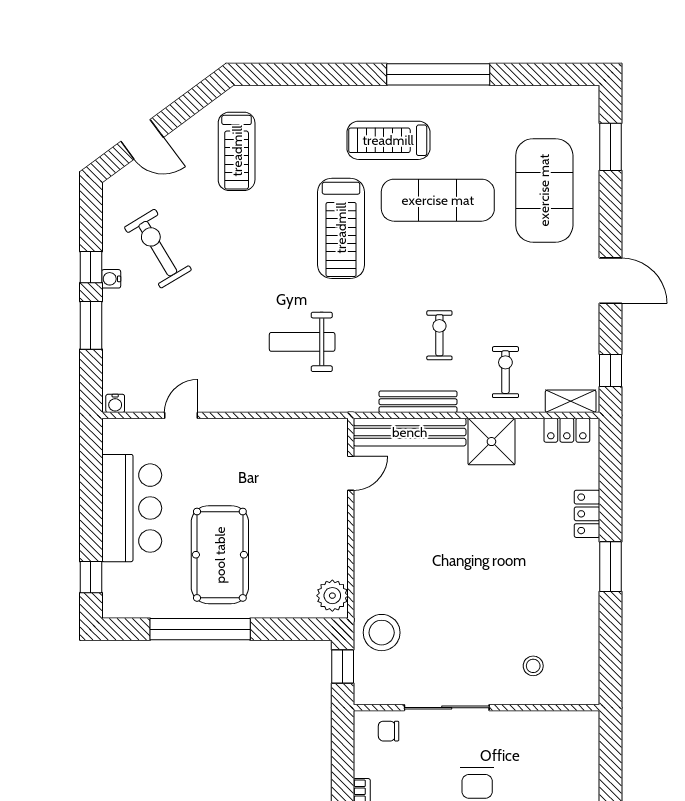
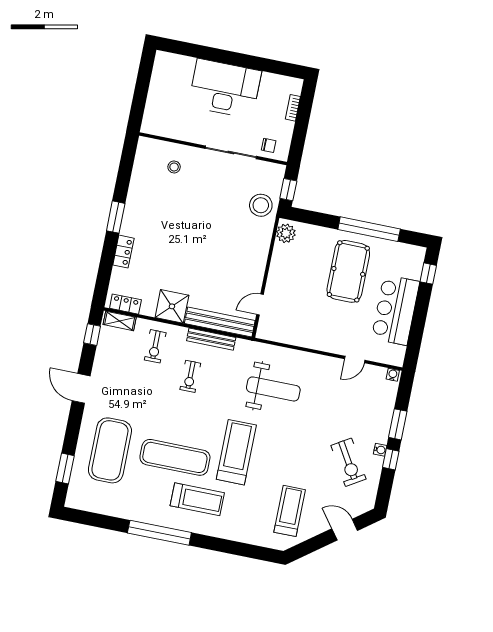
weight bench: (302, 342) -> (273, 389), width x1.36, depth x1.33

